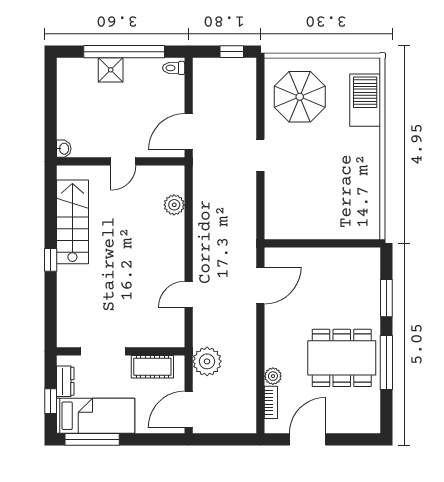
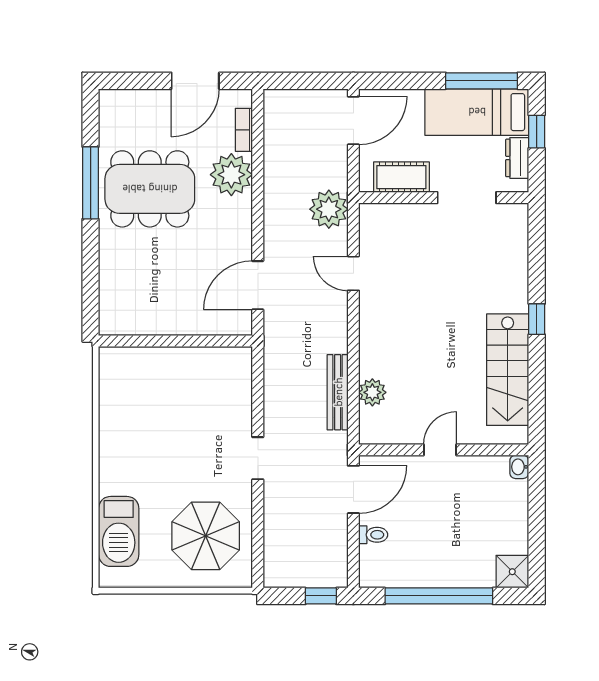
window: (232, 52) -> (321, 596), moved
toilet: (174, 68) -> (373, 535), moved
shower: (111, 70) -> (512, 572), moved
bench: (200, 205) -> (338, 392), added
door: (189, 294) -> (353, 273), swing flipped
window: (386, 298) -> (91, 268), removed
plant: (207, 361) -> (329, 209), moved
plant: (273, 376) -> (231, 175), width x1.87, depth x1.87

